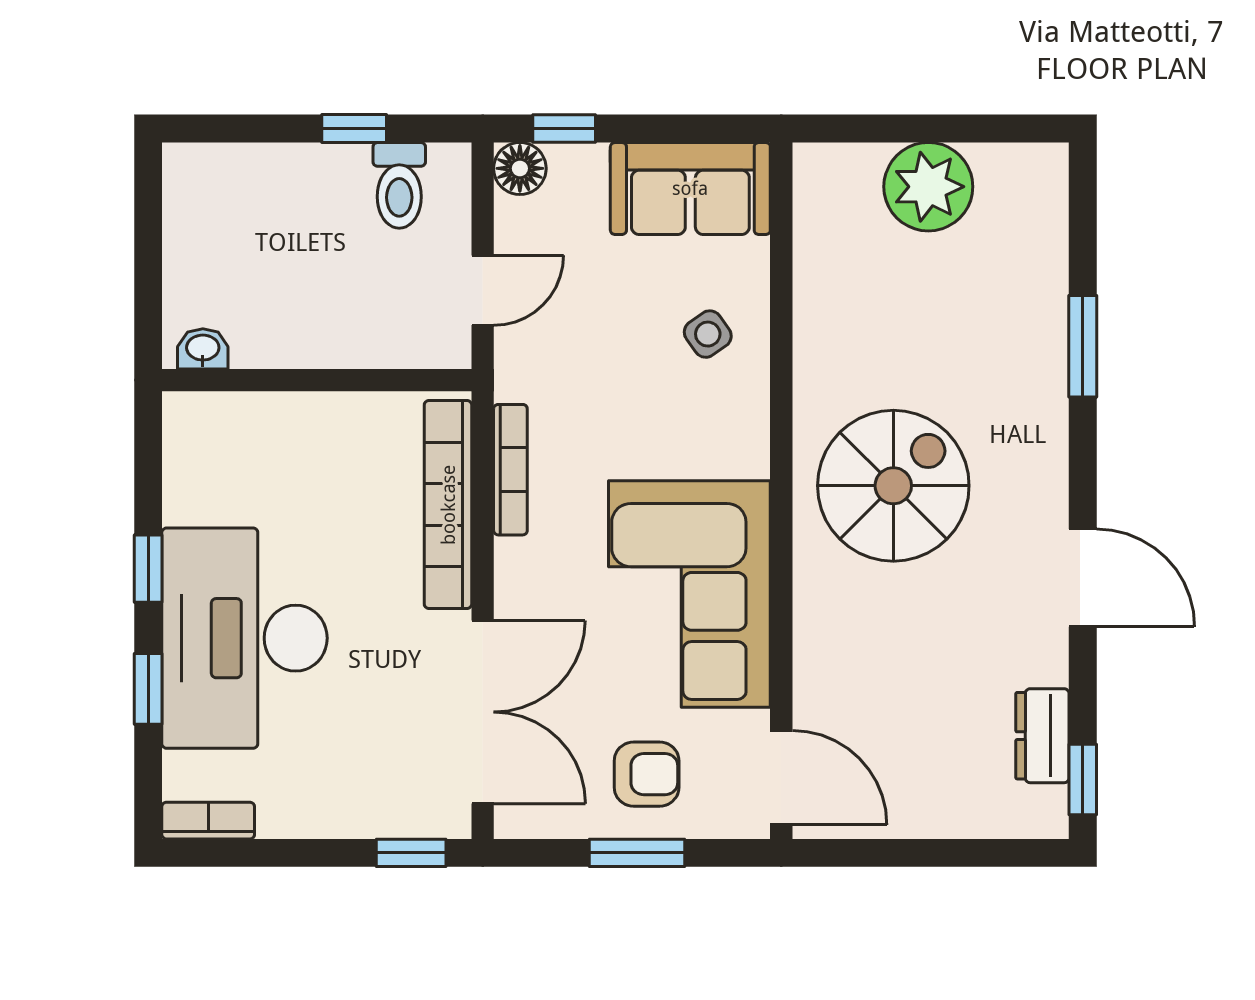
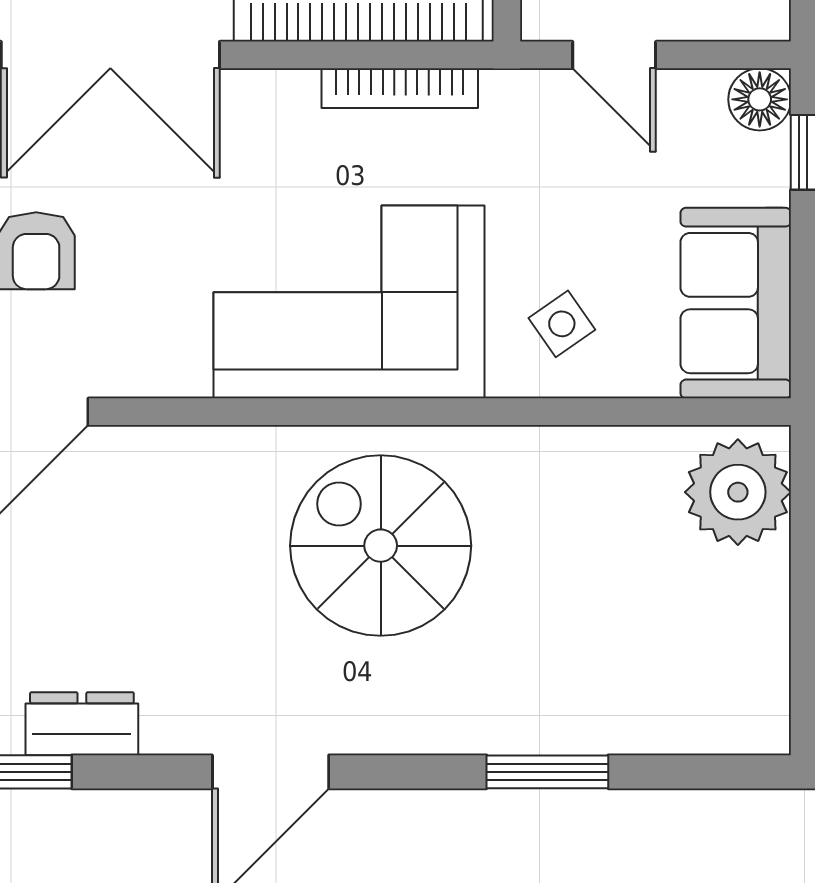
plant: (928, 187) -> (738, 492), moved
spiral stairs: (893, 486) -> (381, 546), turned 180
corner sofa: (689, 594) -> (349, 302), moved

